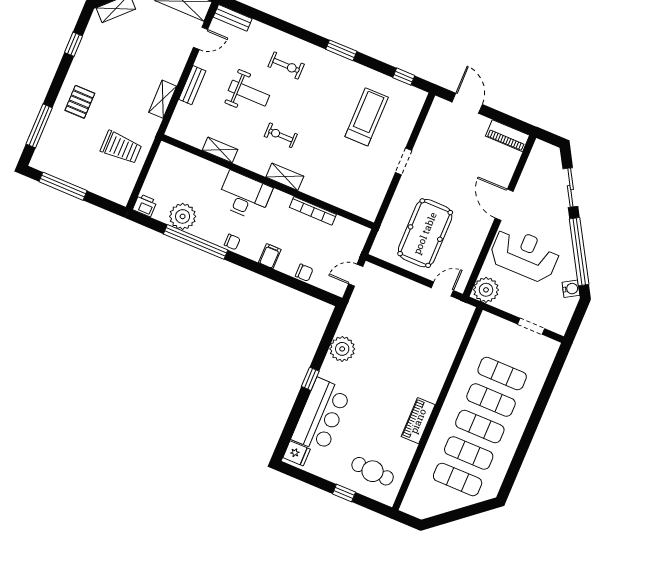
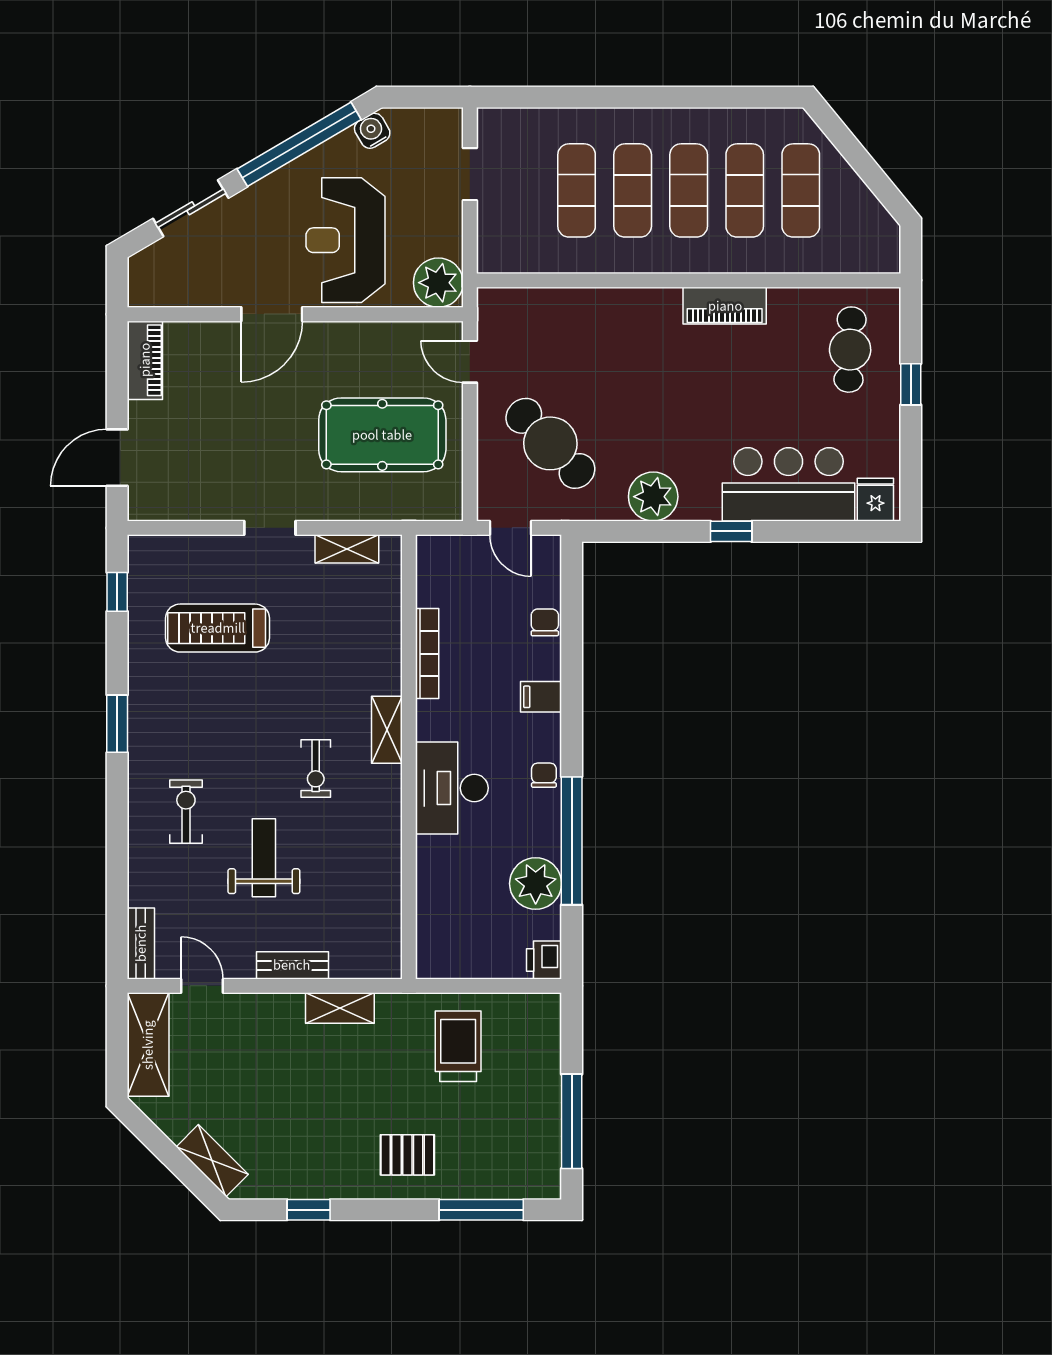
shelving: (220, 150) -> (347, 549), moved, turned 90
cafe table: (388, 311) -> (550, 443), added

